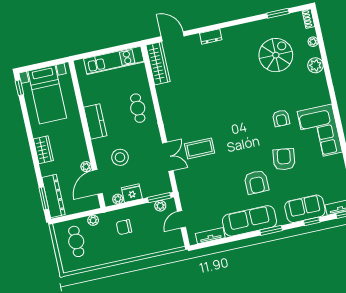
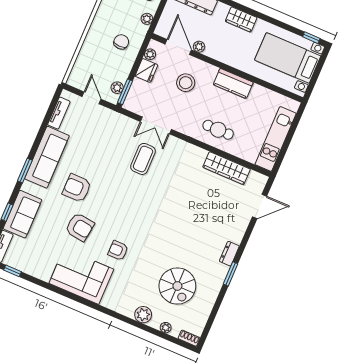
window: (278, 13) -> (231, 274), moved
dresser: (211, 37) -> (229, 254), moved
wardrobe: (158, 63) -> (227, 168), moved

